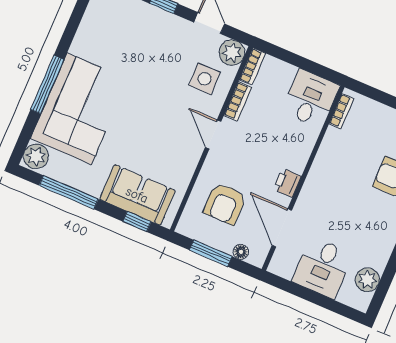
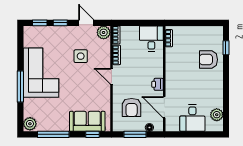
side table: (204, 79) -> (81, 56), moved
corner sofa: (79, 109) -> (41, 73), moved

